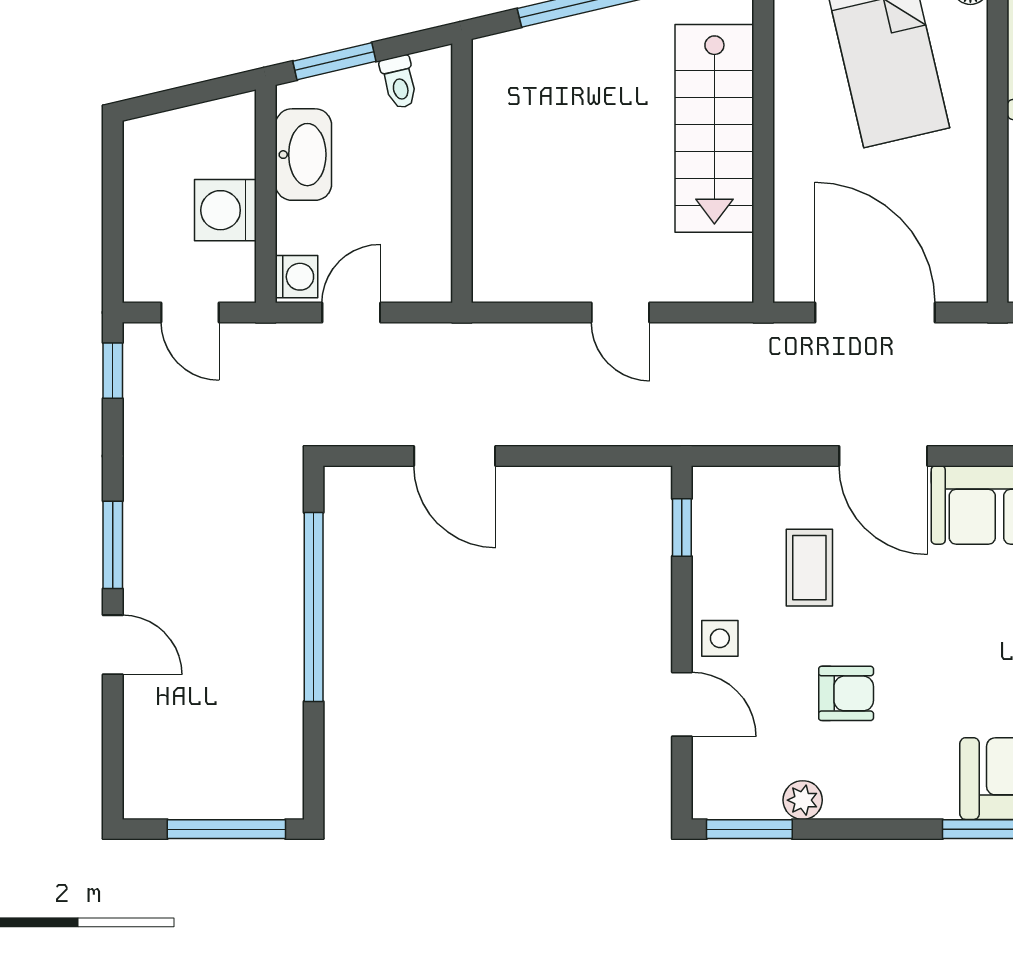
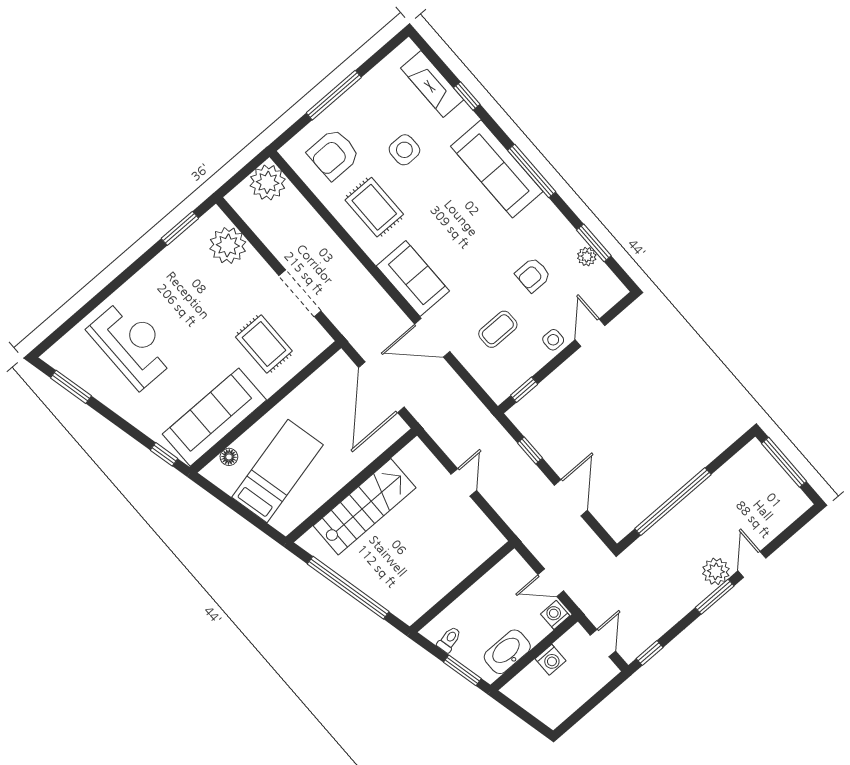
washing machine: (225, 210) -> (550, 660), width x0.73, depth x0.73
window: (581, 456) -> (530, 451), added
door: (883, 456) -> (432, 338), swing flipped
plant: (150, 580) -> (716, 571), added
armchair: (846, 693) -> (533, 275), turned -90
window: (749, 829) -> (594, 243), moved

